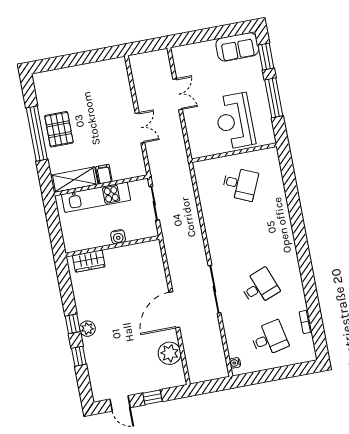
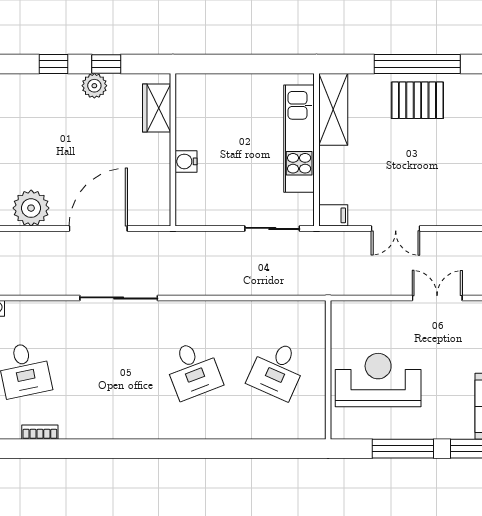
double door: (178, 94) -> (437, 298), swing flipped
filing cabinet: (104, 174) -> (333, 215), moved
water cooler: (118, 237) -> (186, 161), moved
wall: (112, 246) -> (173, 150), moved
wardrobe: (89, 261) -> (157, 108), moved
desk: (260, 287) -> (193, 370), moved
door: (174, 310) -> (98, 228), hinge flipped

